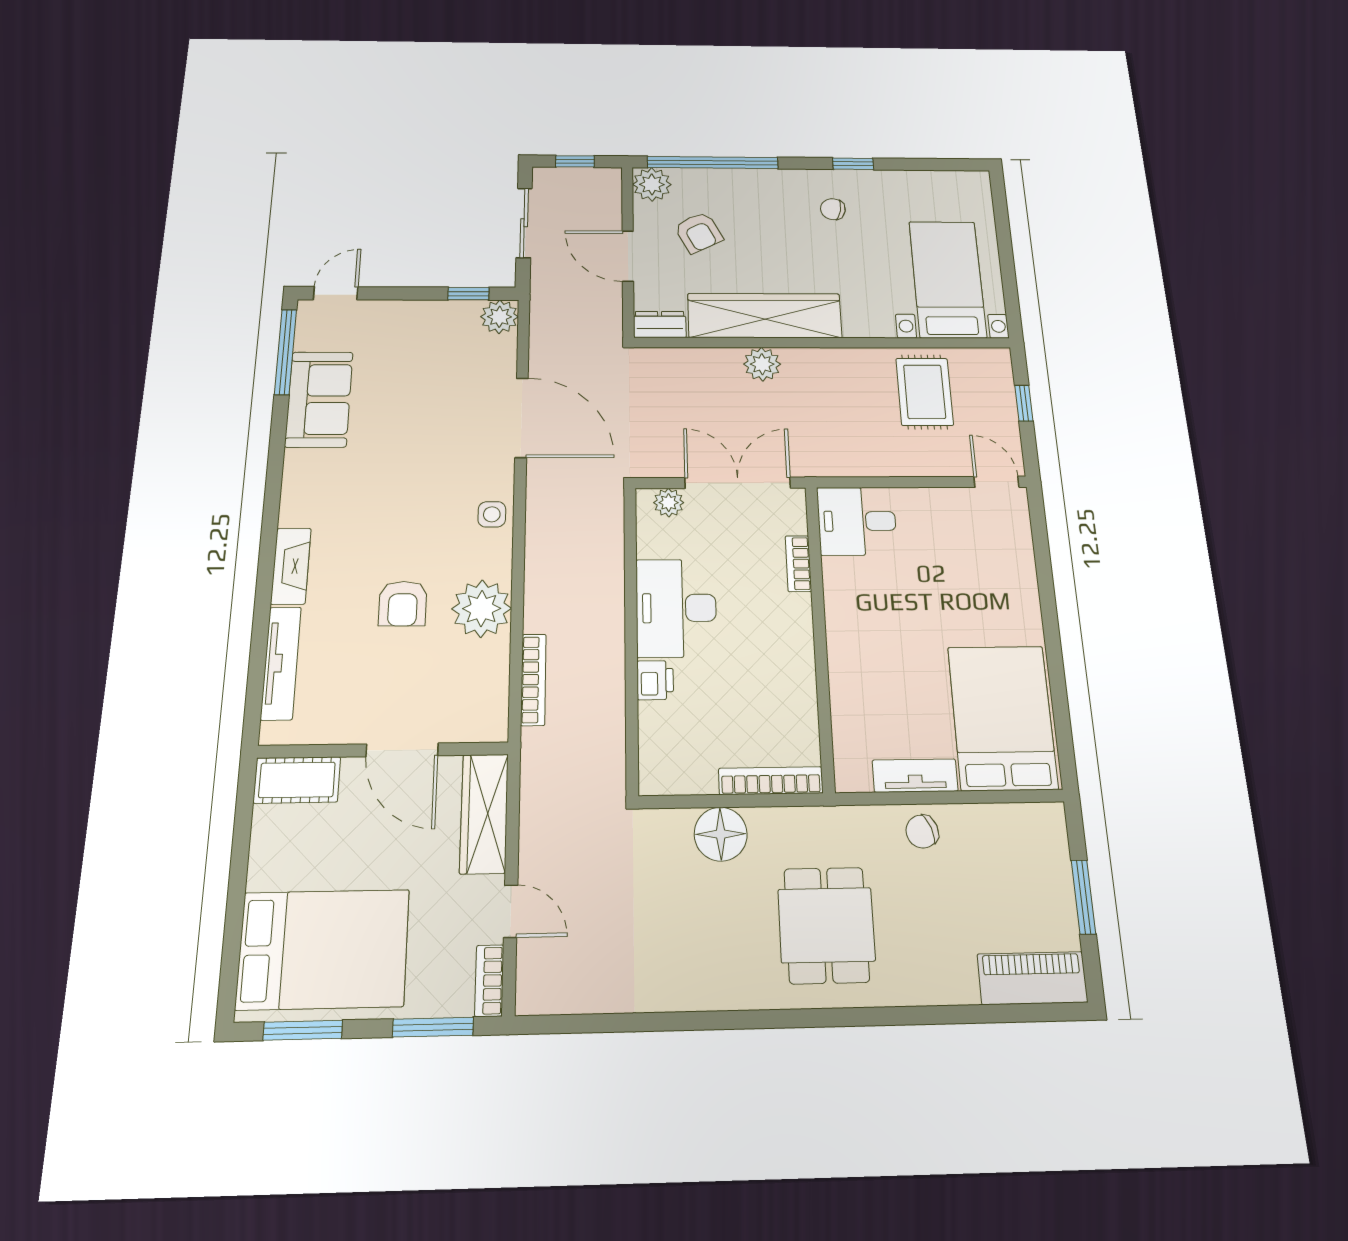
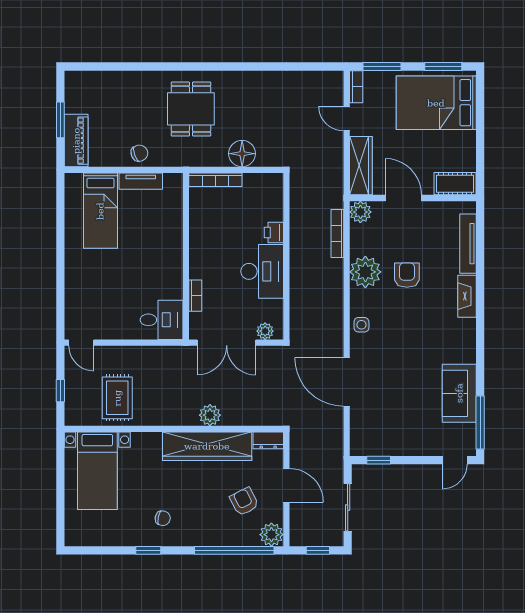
plant: (499, 317) -> (360, 212), moved
bed: (1002, 717) -> (100, 211), width x0.67
piano: (1032, 978) -> (76, 141), moved, turned -90

